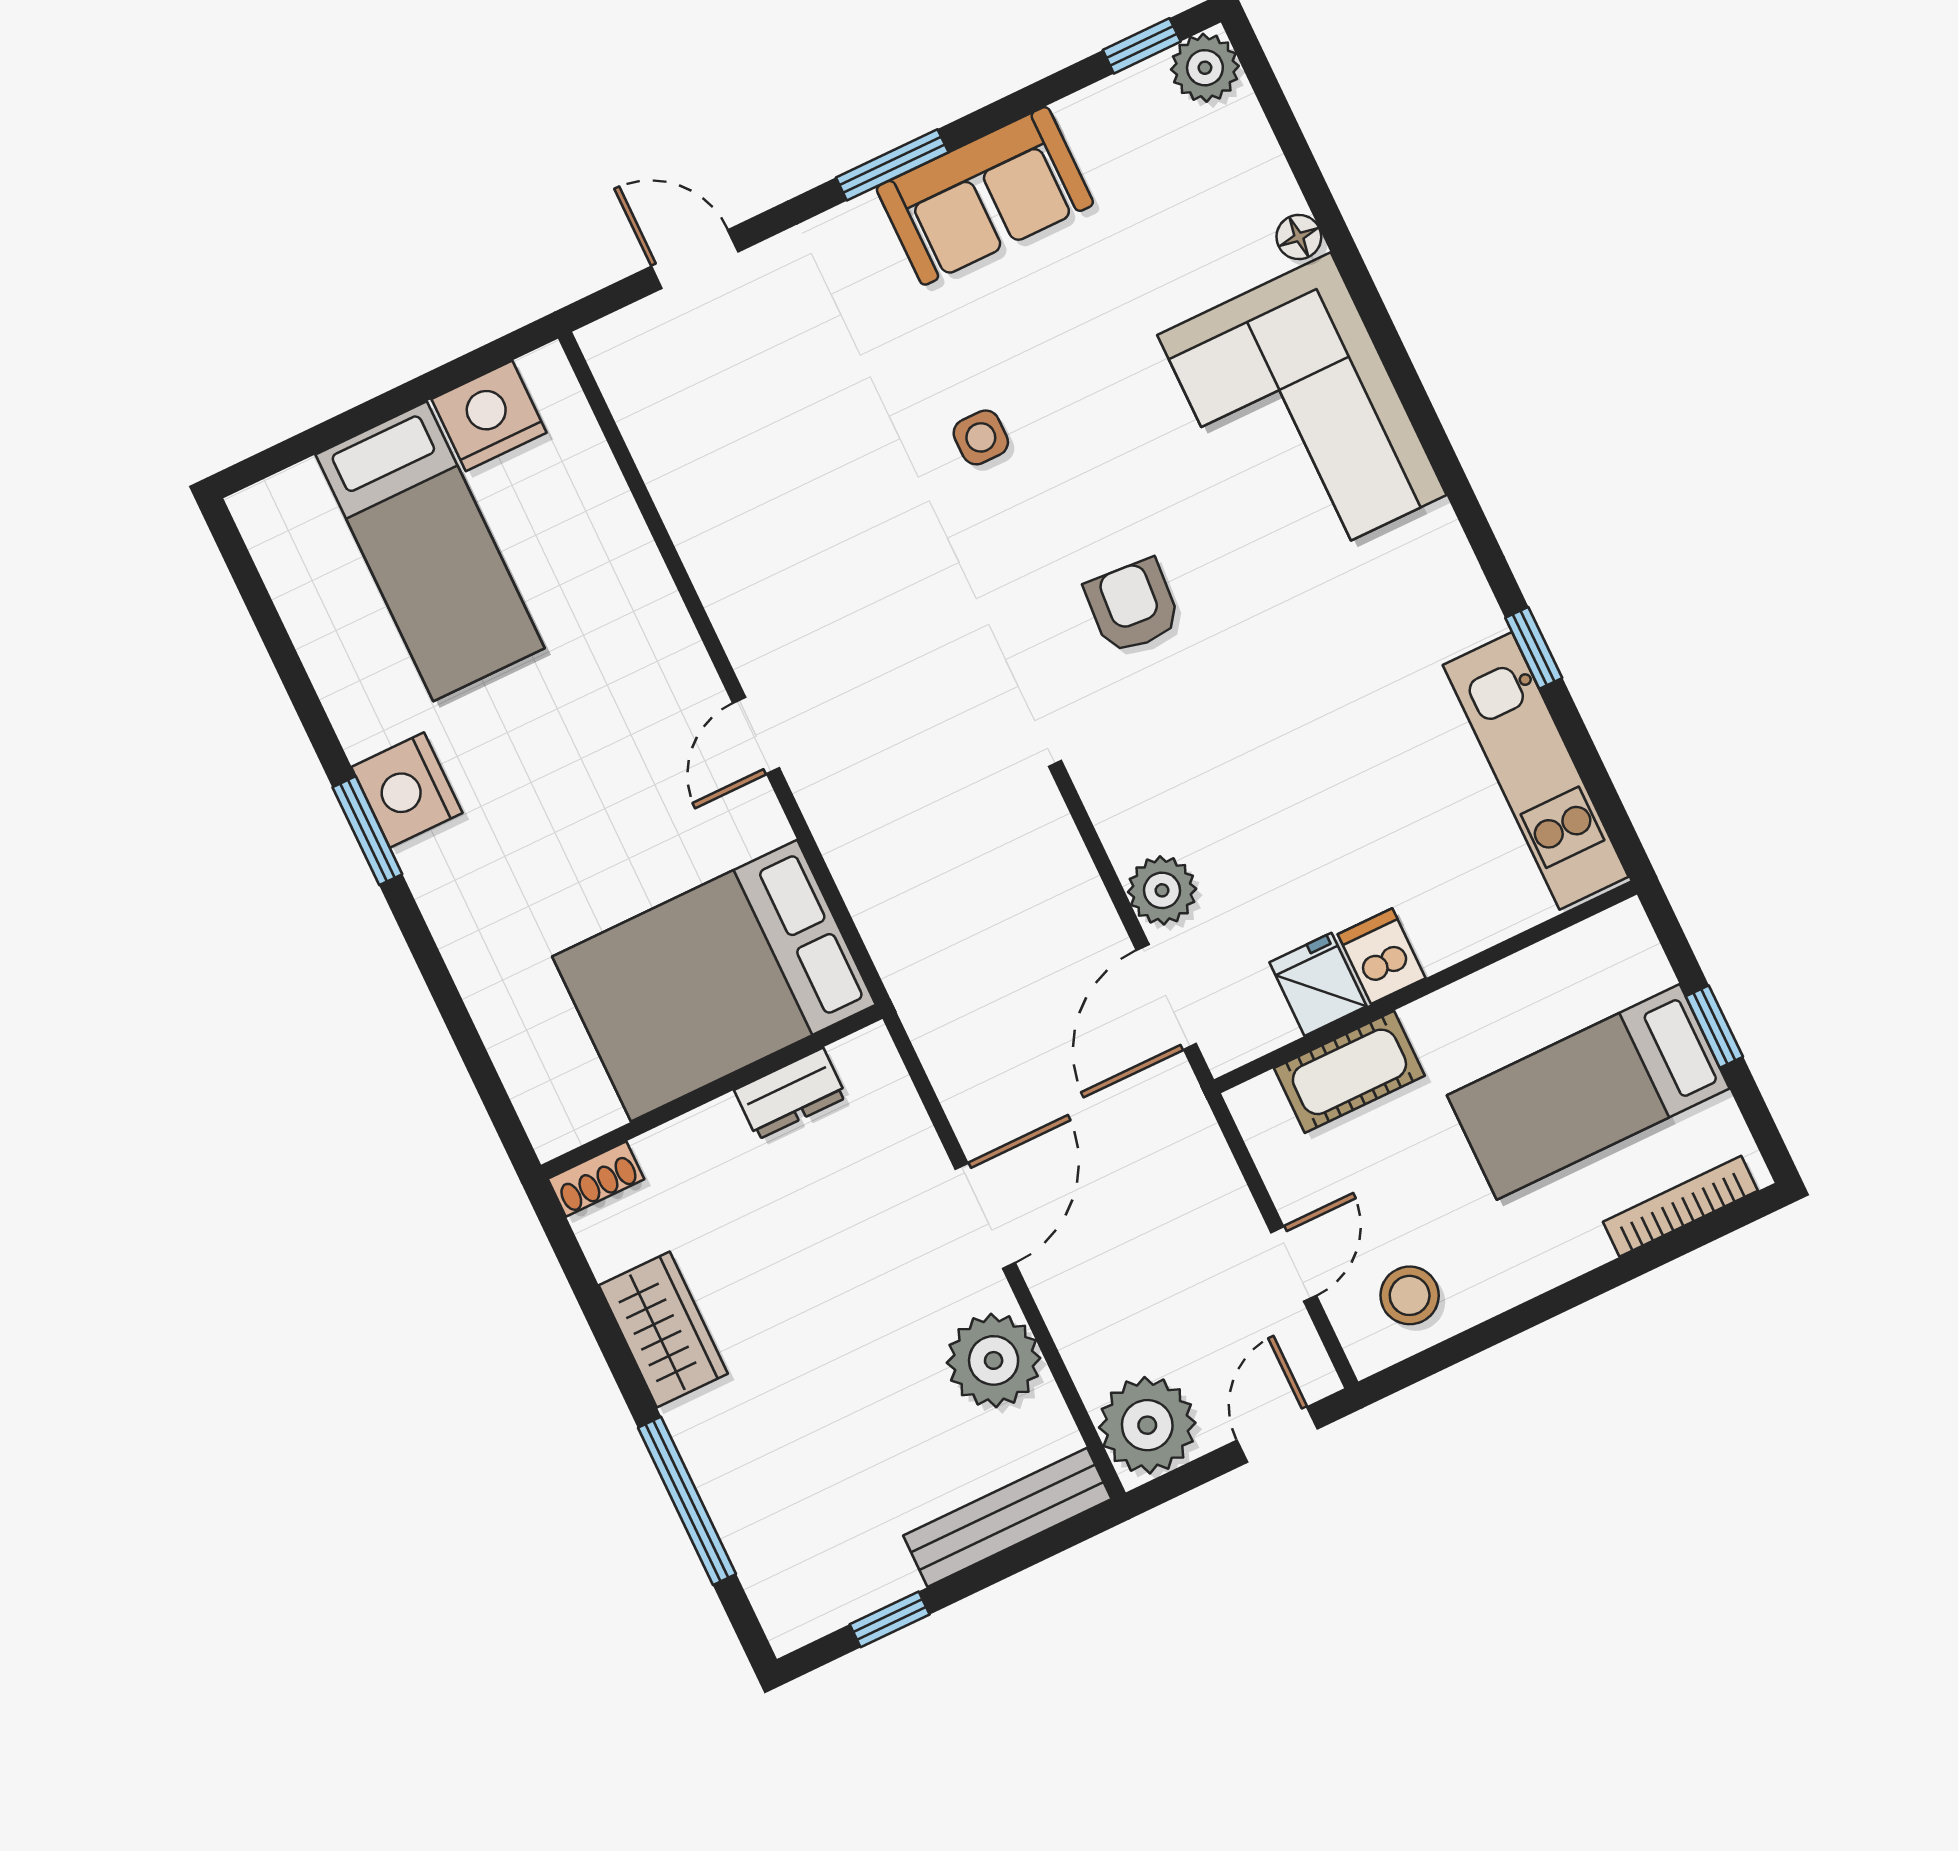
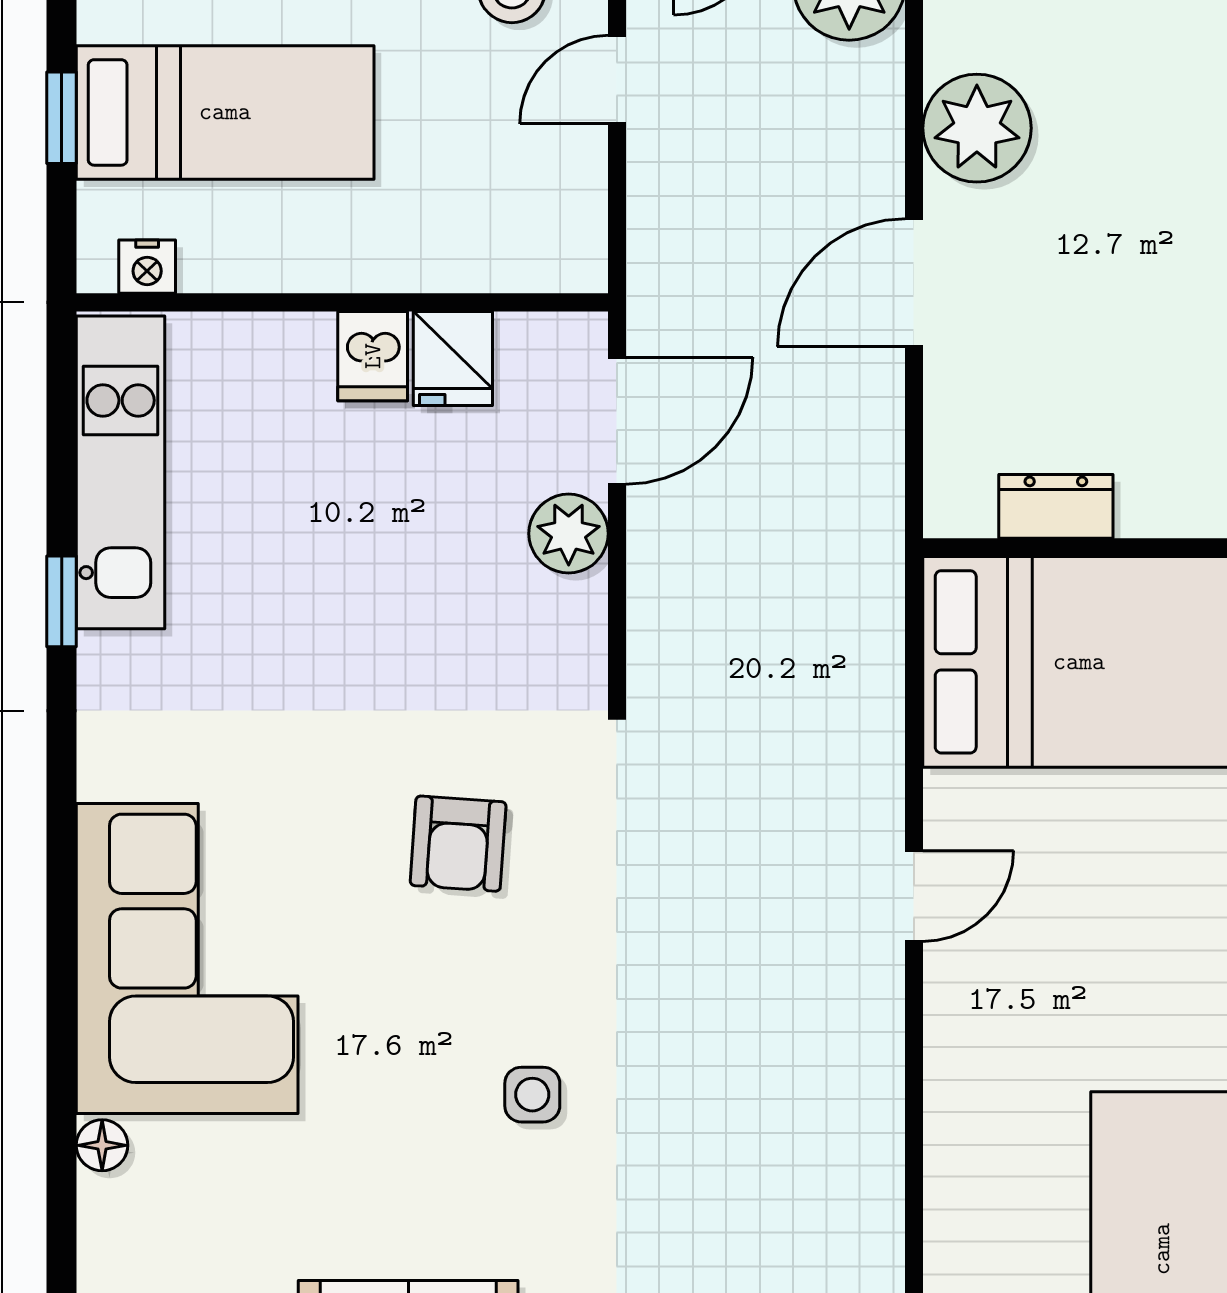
nightstand: (1592, 942) -> (147, 267), added
cot: (1349, 1072) -> (464, 252), removed

